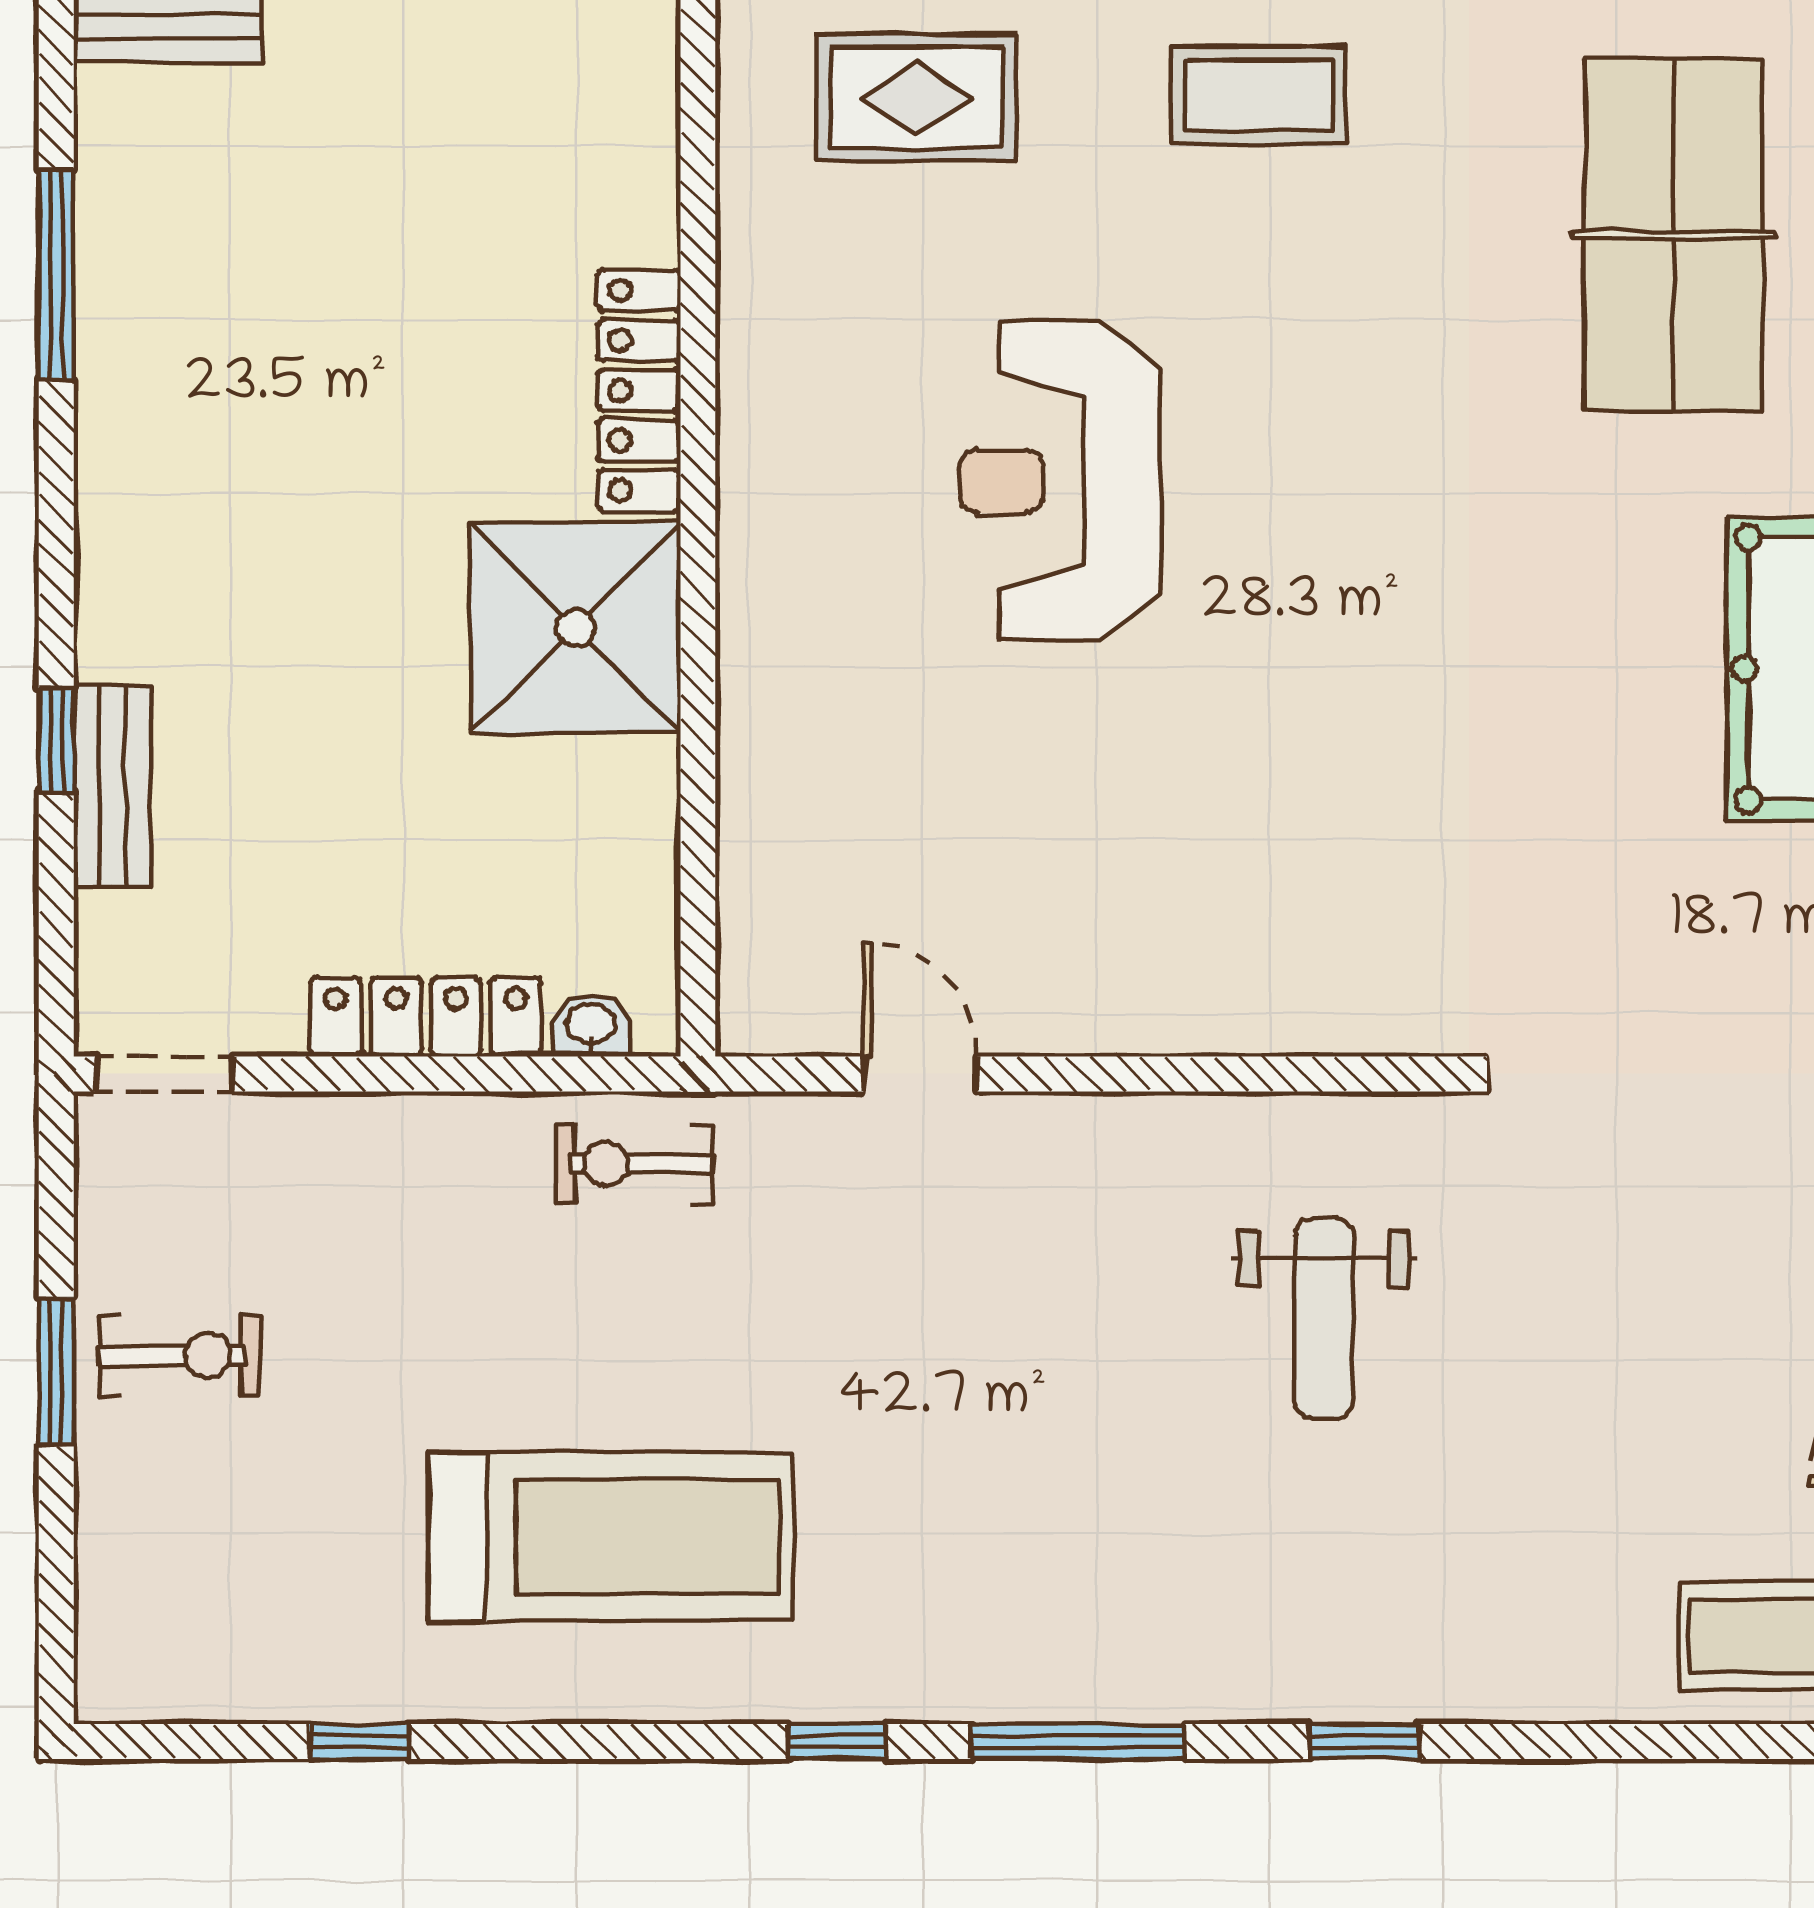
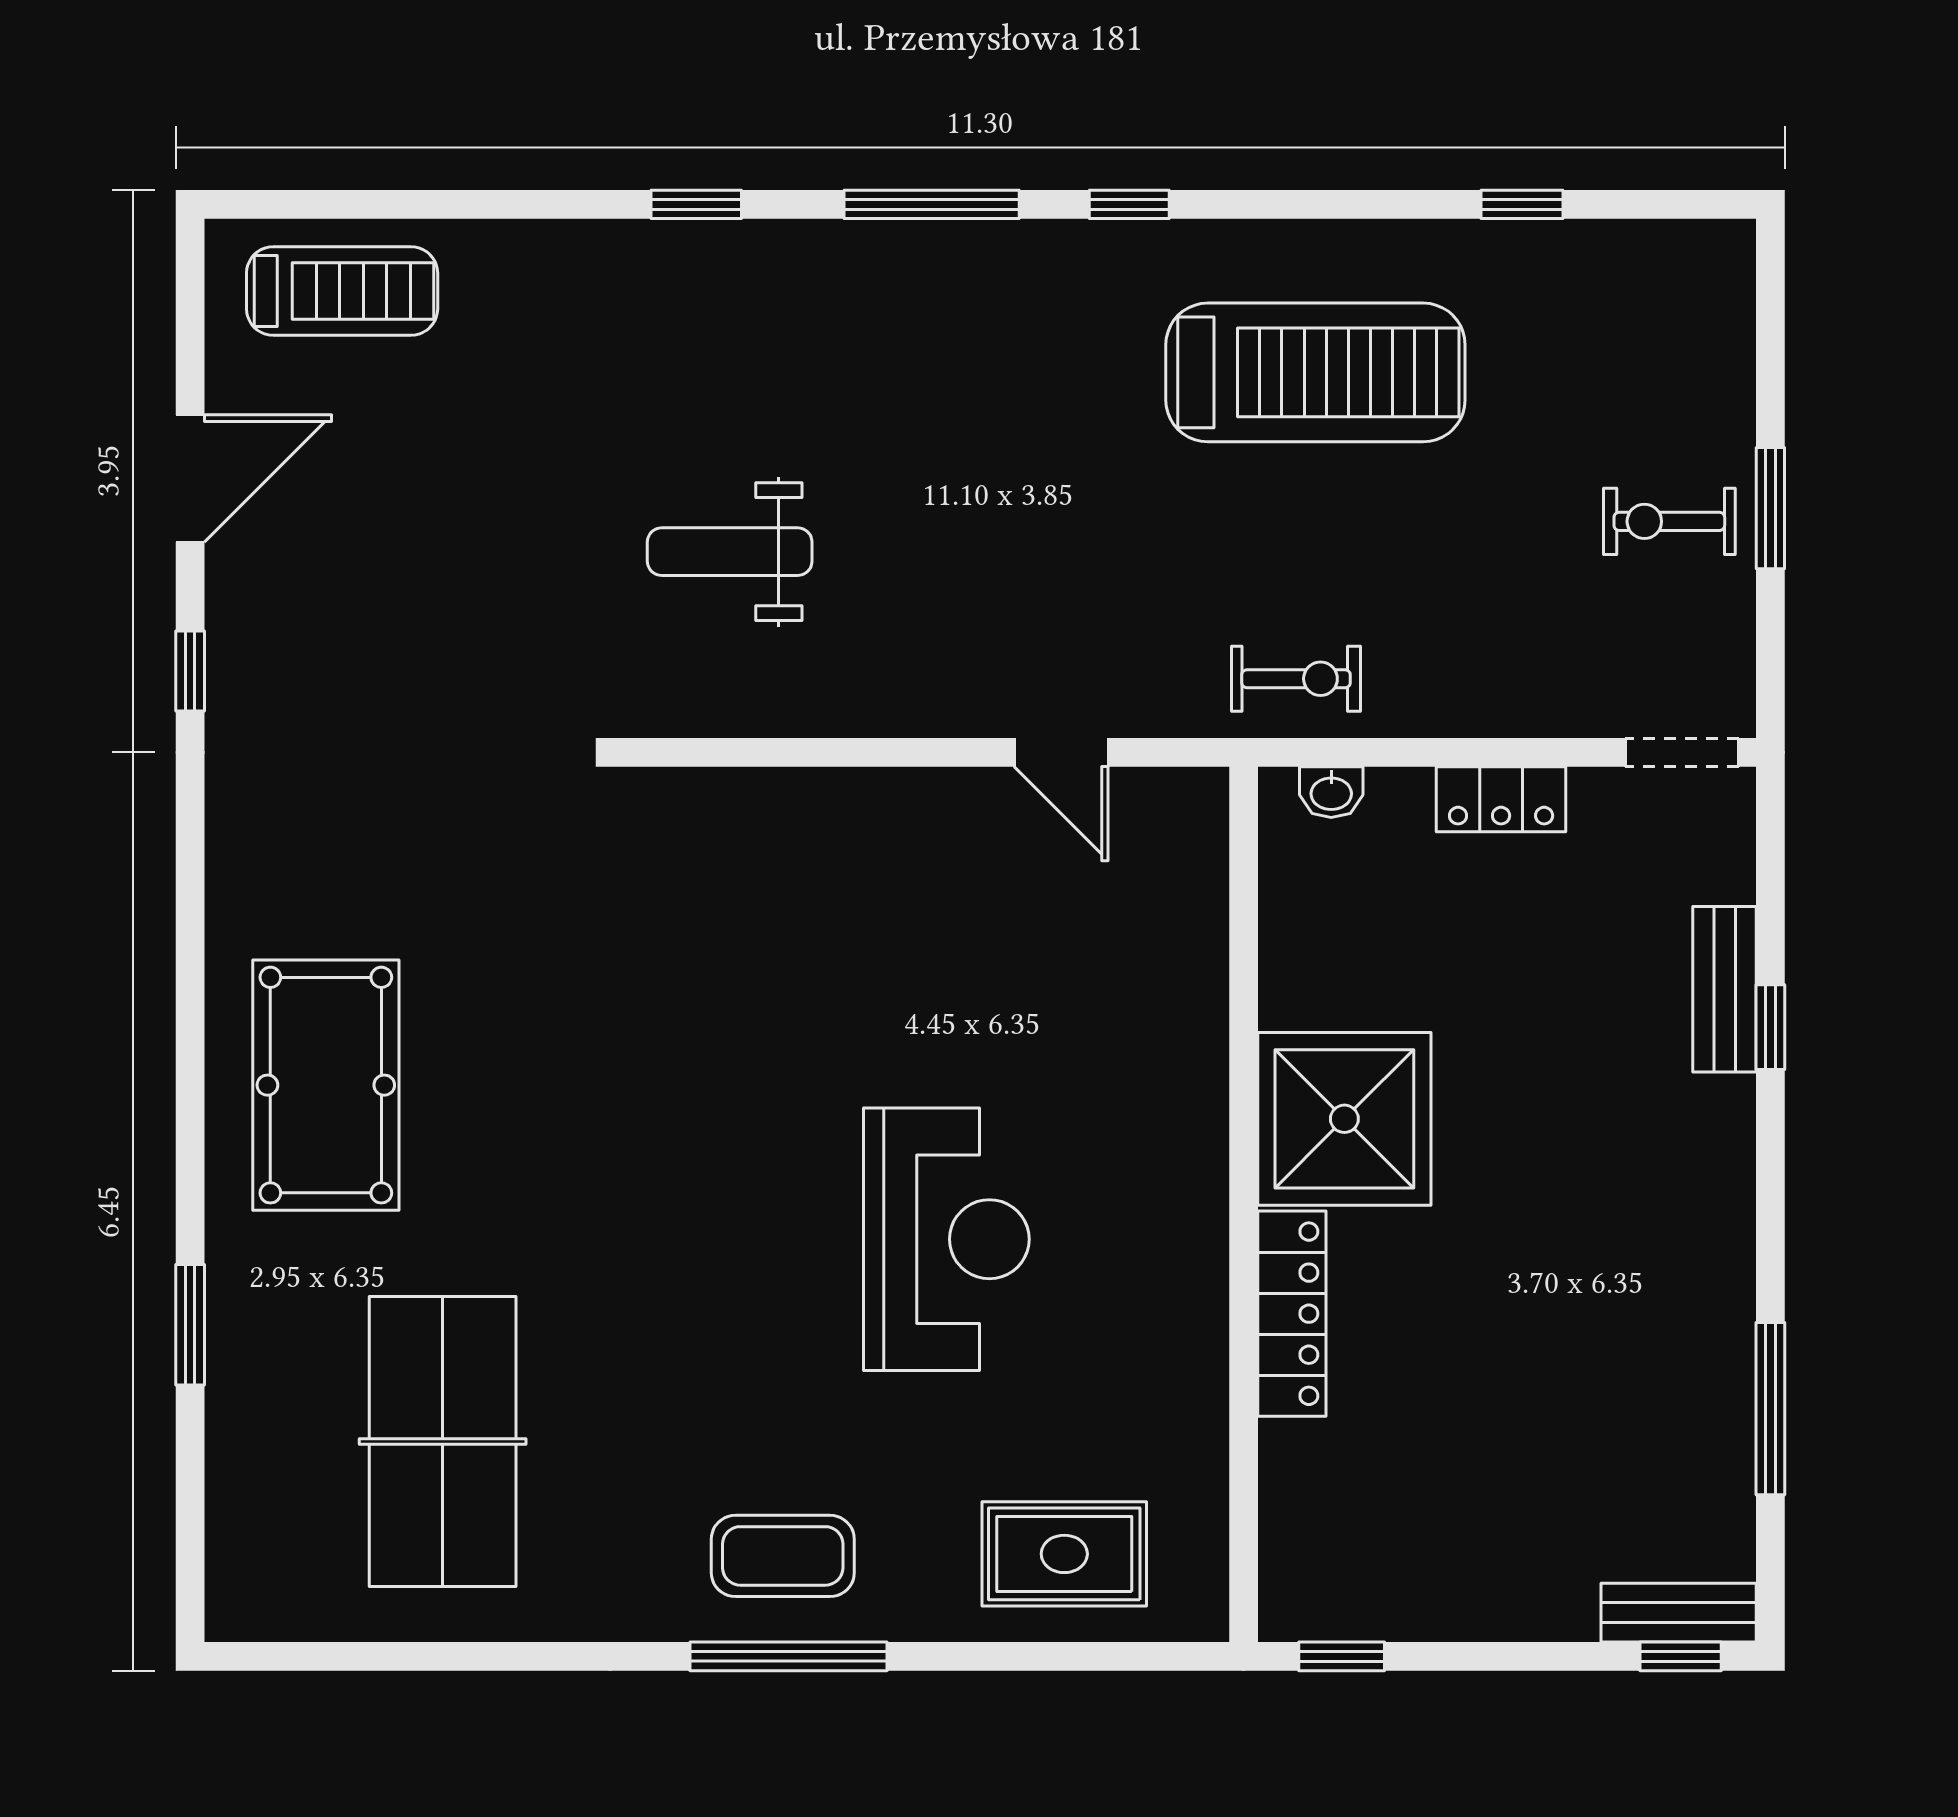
locker: (426, 1017) -> (1501, 799), width x0.66
weight bench: (1324, 1319) -> (730, 552), turned -90
treadmill: (610, 1537) -> (1315, 372), turned 180

